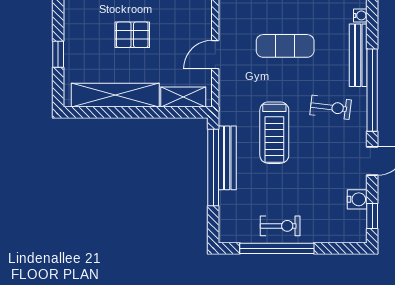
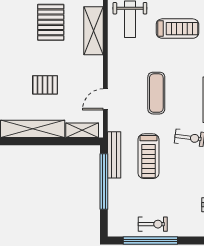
exercise mat: (285, 46) -> (156, 93), turned 90
bench: (227, 158) -> (114, 155), moved

